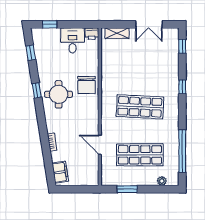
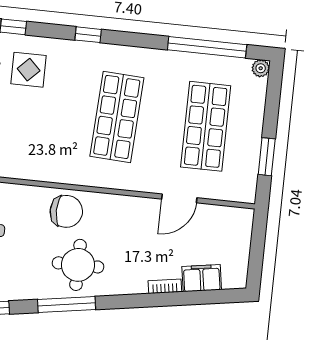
display table: (160, 57) -> (29, 70), added
window: (37, 90) -> (67, 305), width x2.17
filing cabinet: (60, 172) -> (202, 278), moved
plant: (162, 181) -> (261, 68), moved

